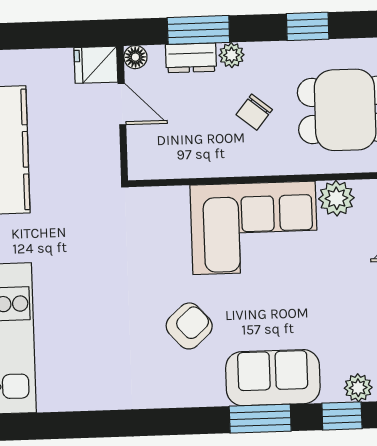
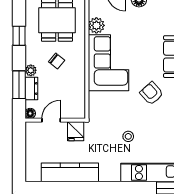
fridge: (96, 65) -> (76, 131), moved
stool: (91, 277) -> (128, 136), added

